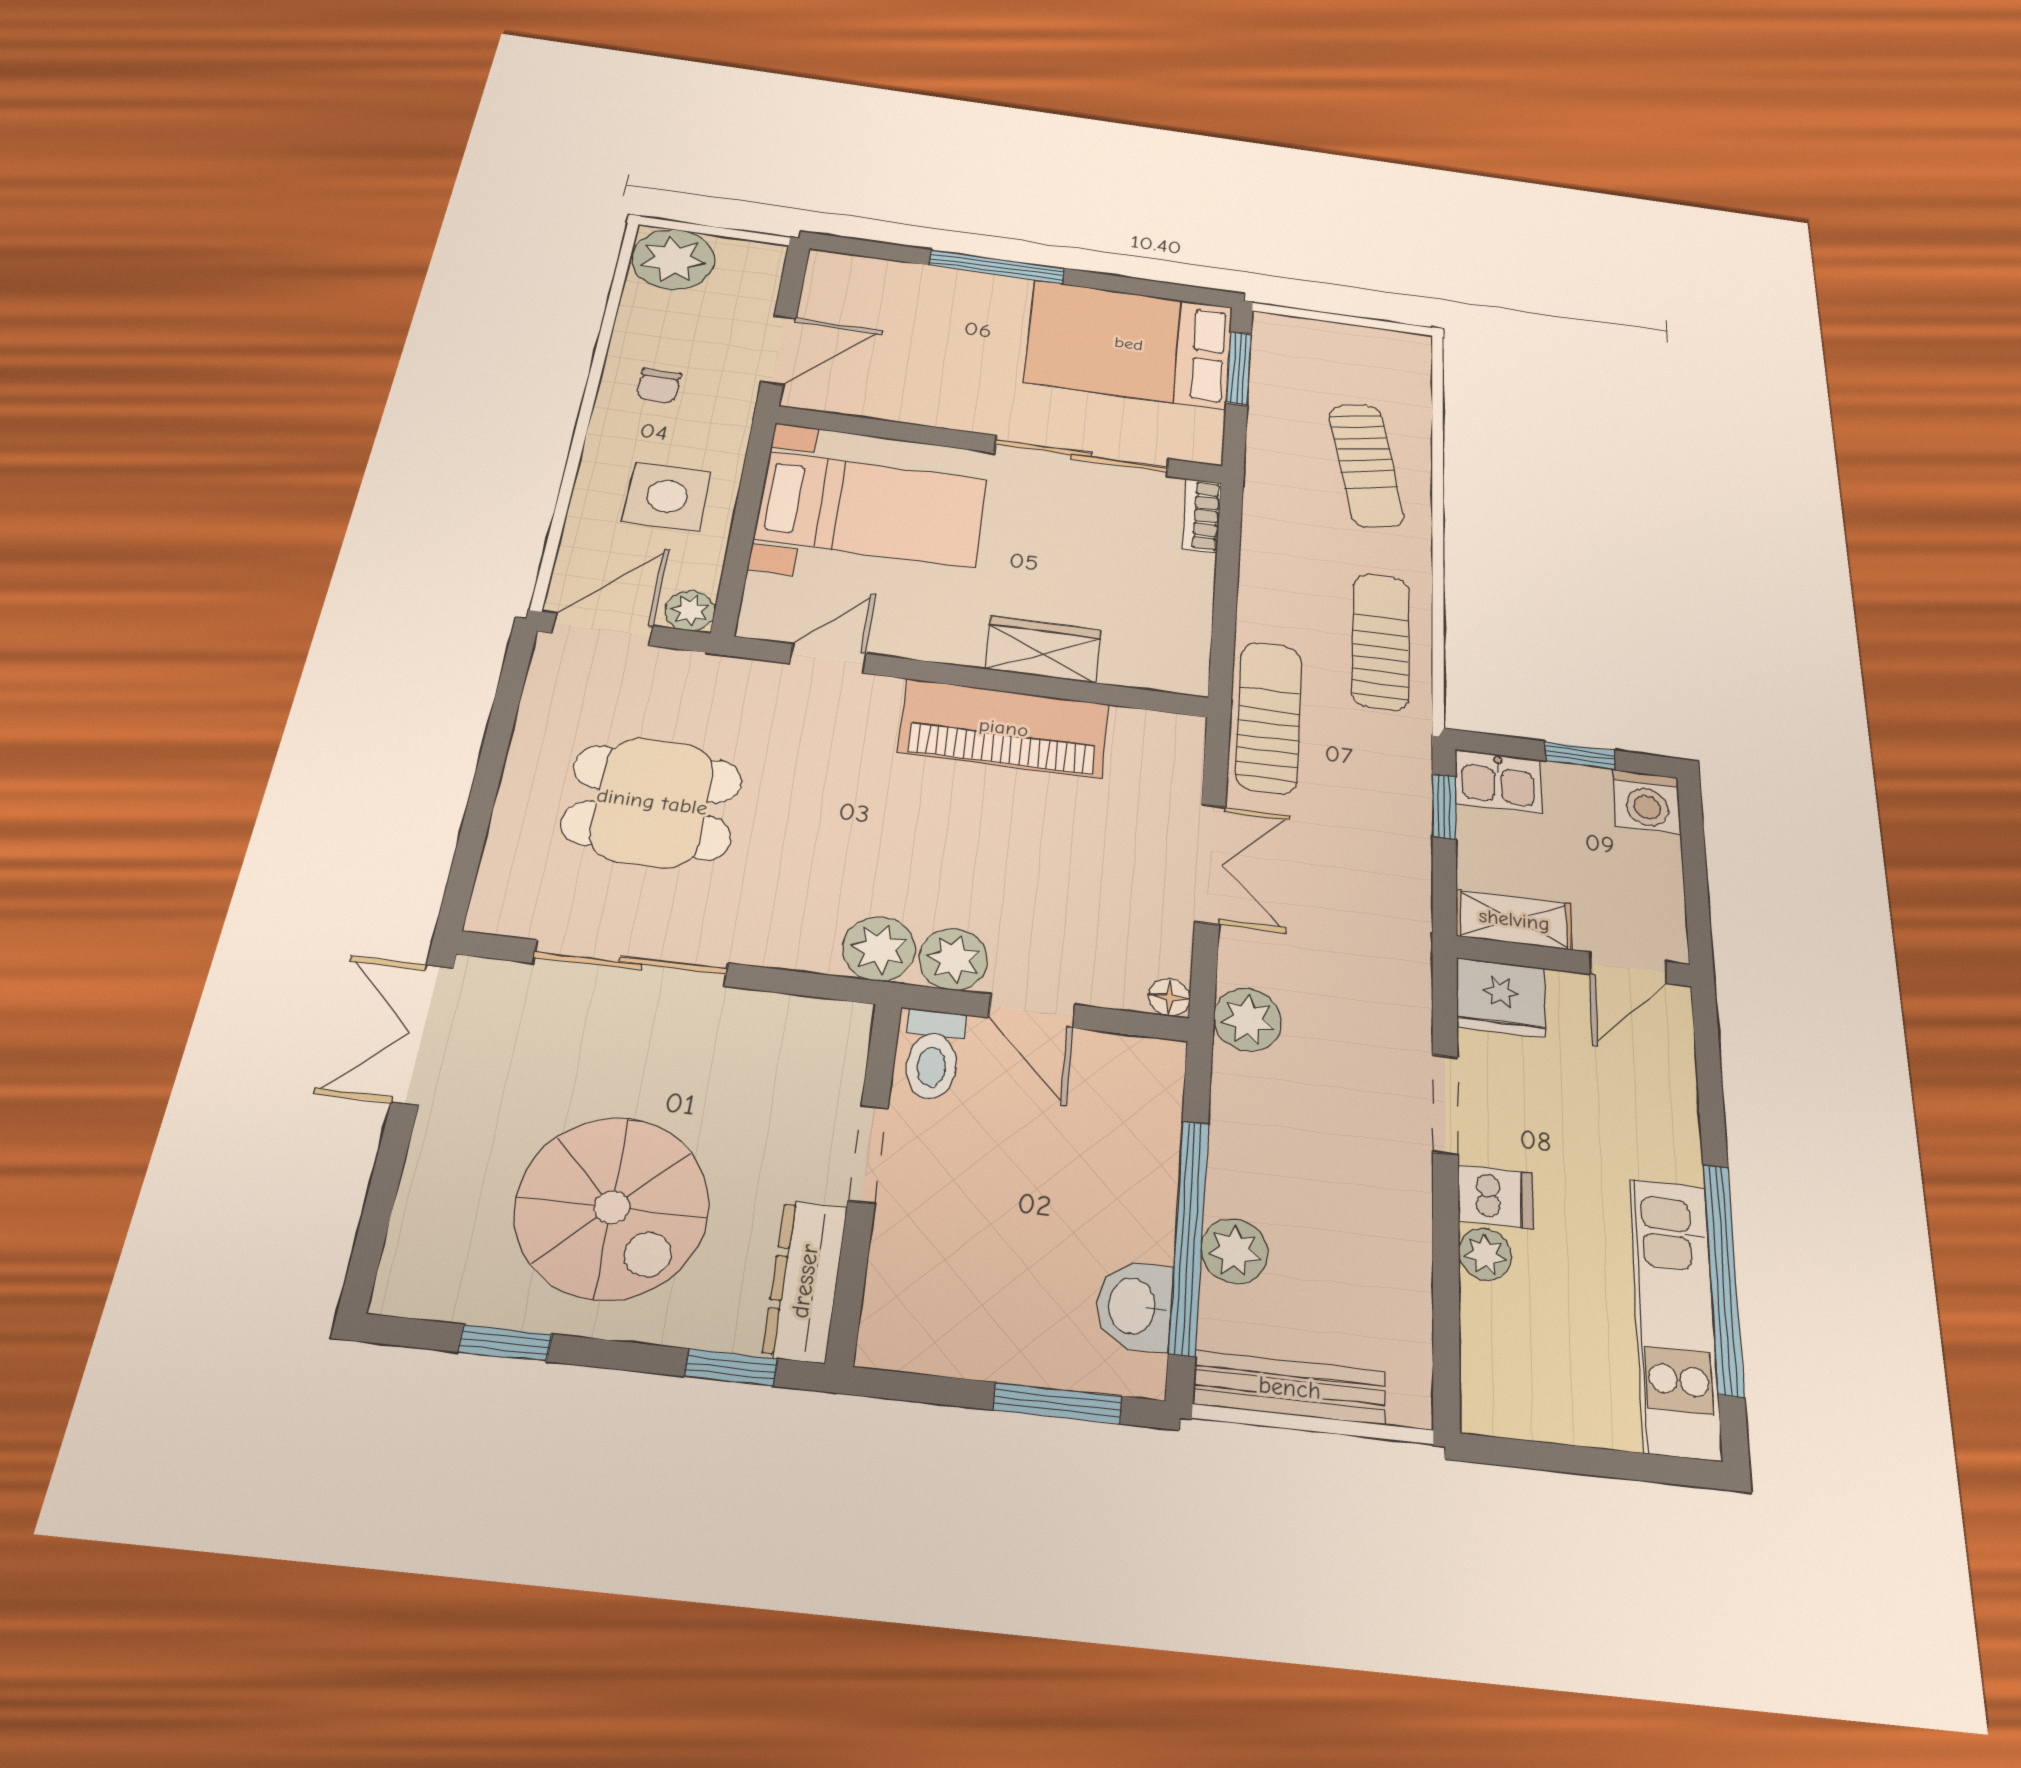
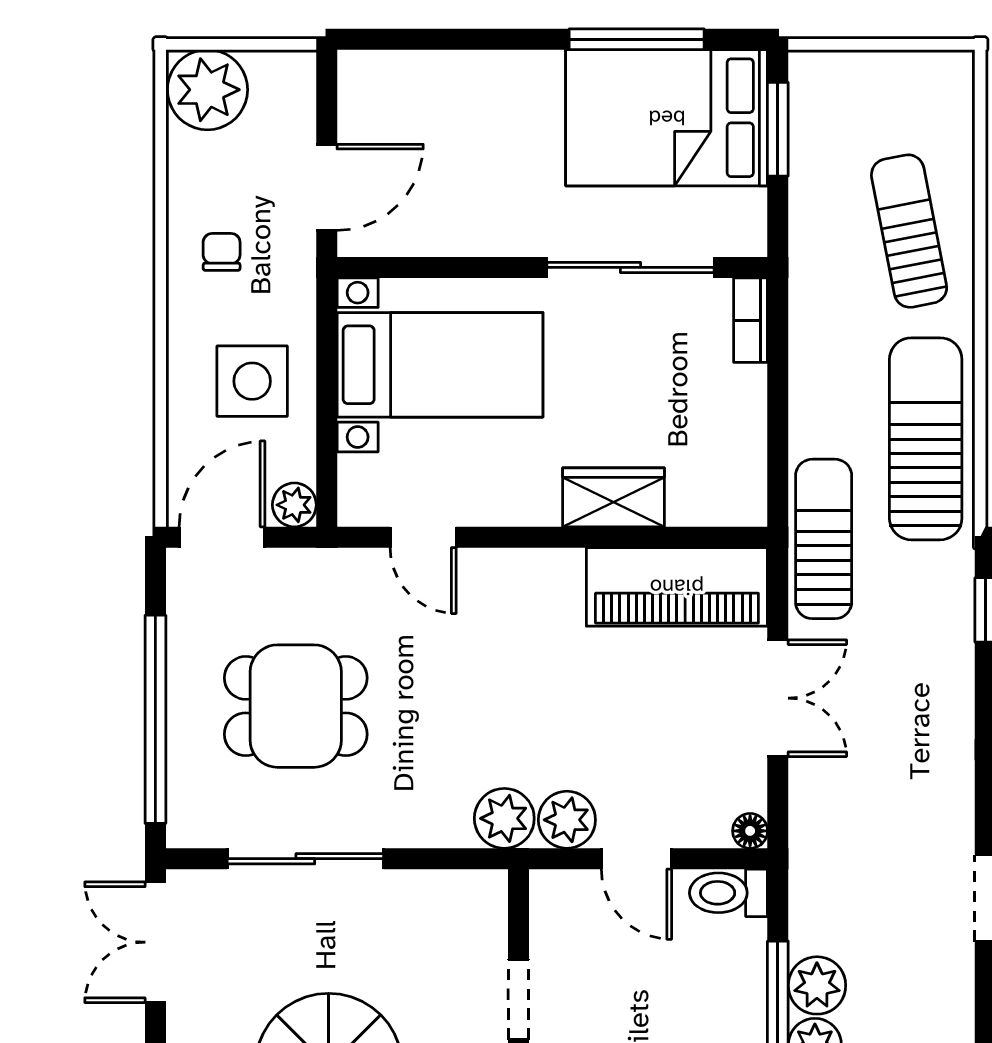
window: (997, 267) -> (637, 39), moved
chair: (659, 386) -> (222, 252), turned 180
sun lounger: (1366, 465) -> (909, 231), turned 180
sun lounger: (1381, 641) -> (926, 439), width x1.36, depth x1.34
door: (828, 659) -> (423, 537), swing flipped
piano: (1004, 728) -> (677, 587), moved
window: (483, 795) -> (155, 719), added
plant: (1248, 1020) -> (817, 985), moved
toilet: (933, 1055) -> (728, 893), moved, turned 90

